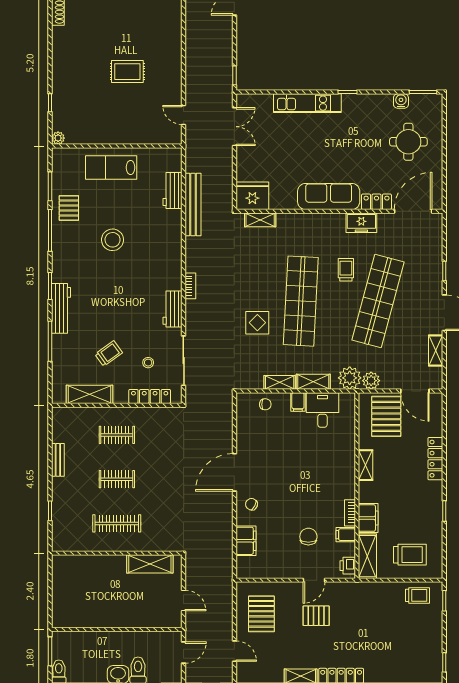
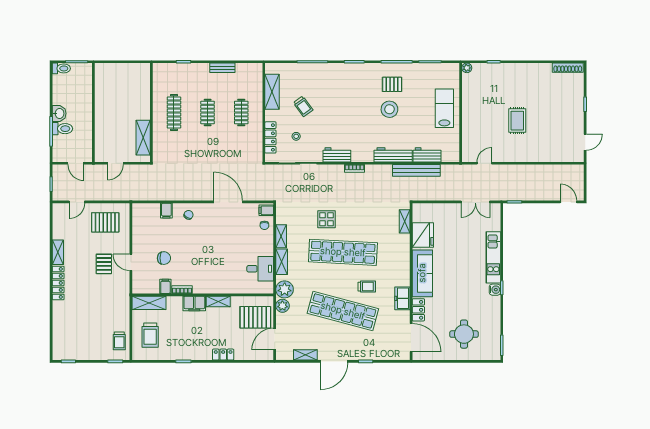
water cooler: (401, 101) -> (495, 290), moved
fridge: (252, 196) -> (423, 235), moved
pallet: (69, 208) -> (392, 84), moved
workbench: (61, 308) -> (393, 155), moved, turned 180
filing cabinet: (298, 402) -> (266, 210), moved
locker: (435, 459) -> (223, 355), width x0.66
door: (234, 472) -> (228, 202), moved
filing cabinet: (368, 518) -> (194, 304), moved
filing cabinet: (246, 541) -> (166, 211), width x0.50
printer: (348, 566) -> (142, 288), removed

